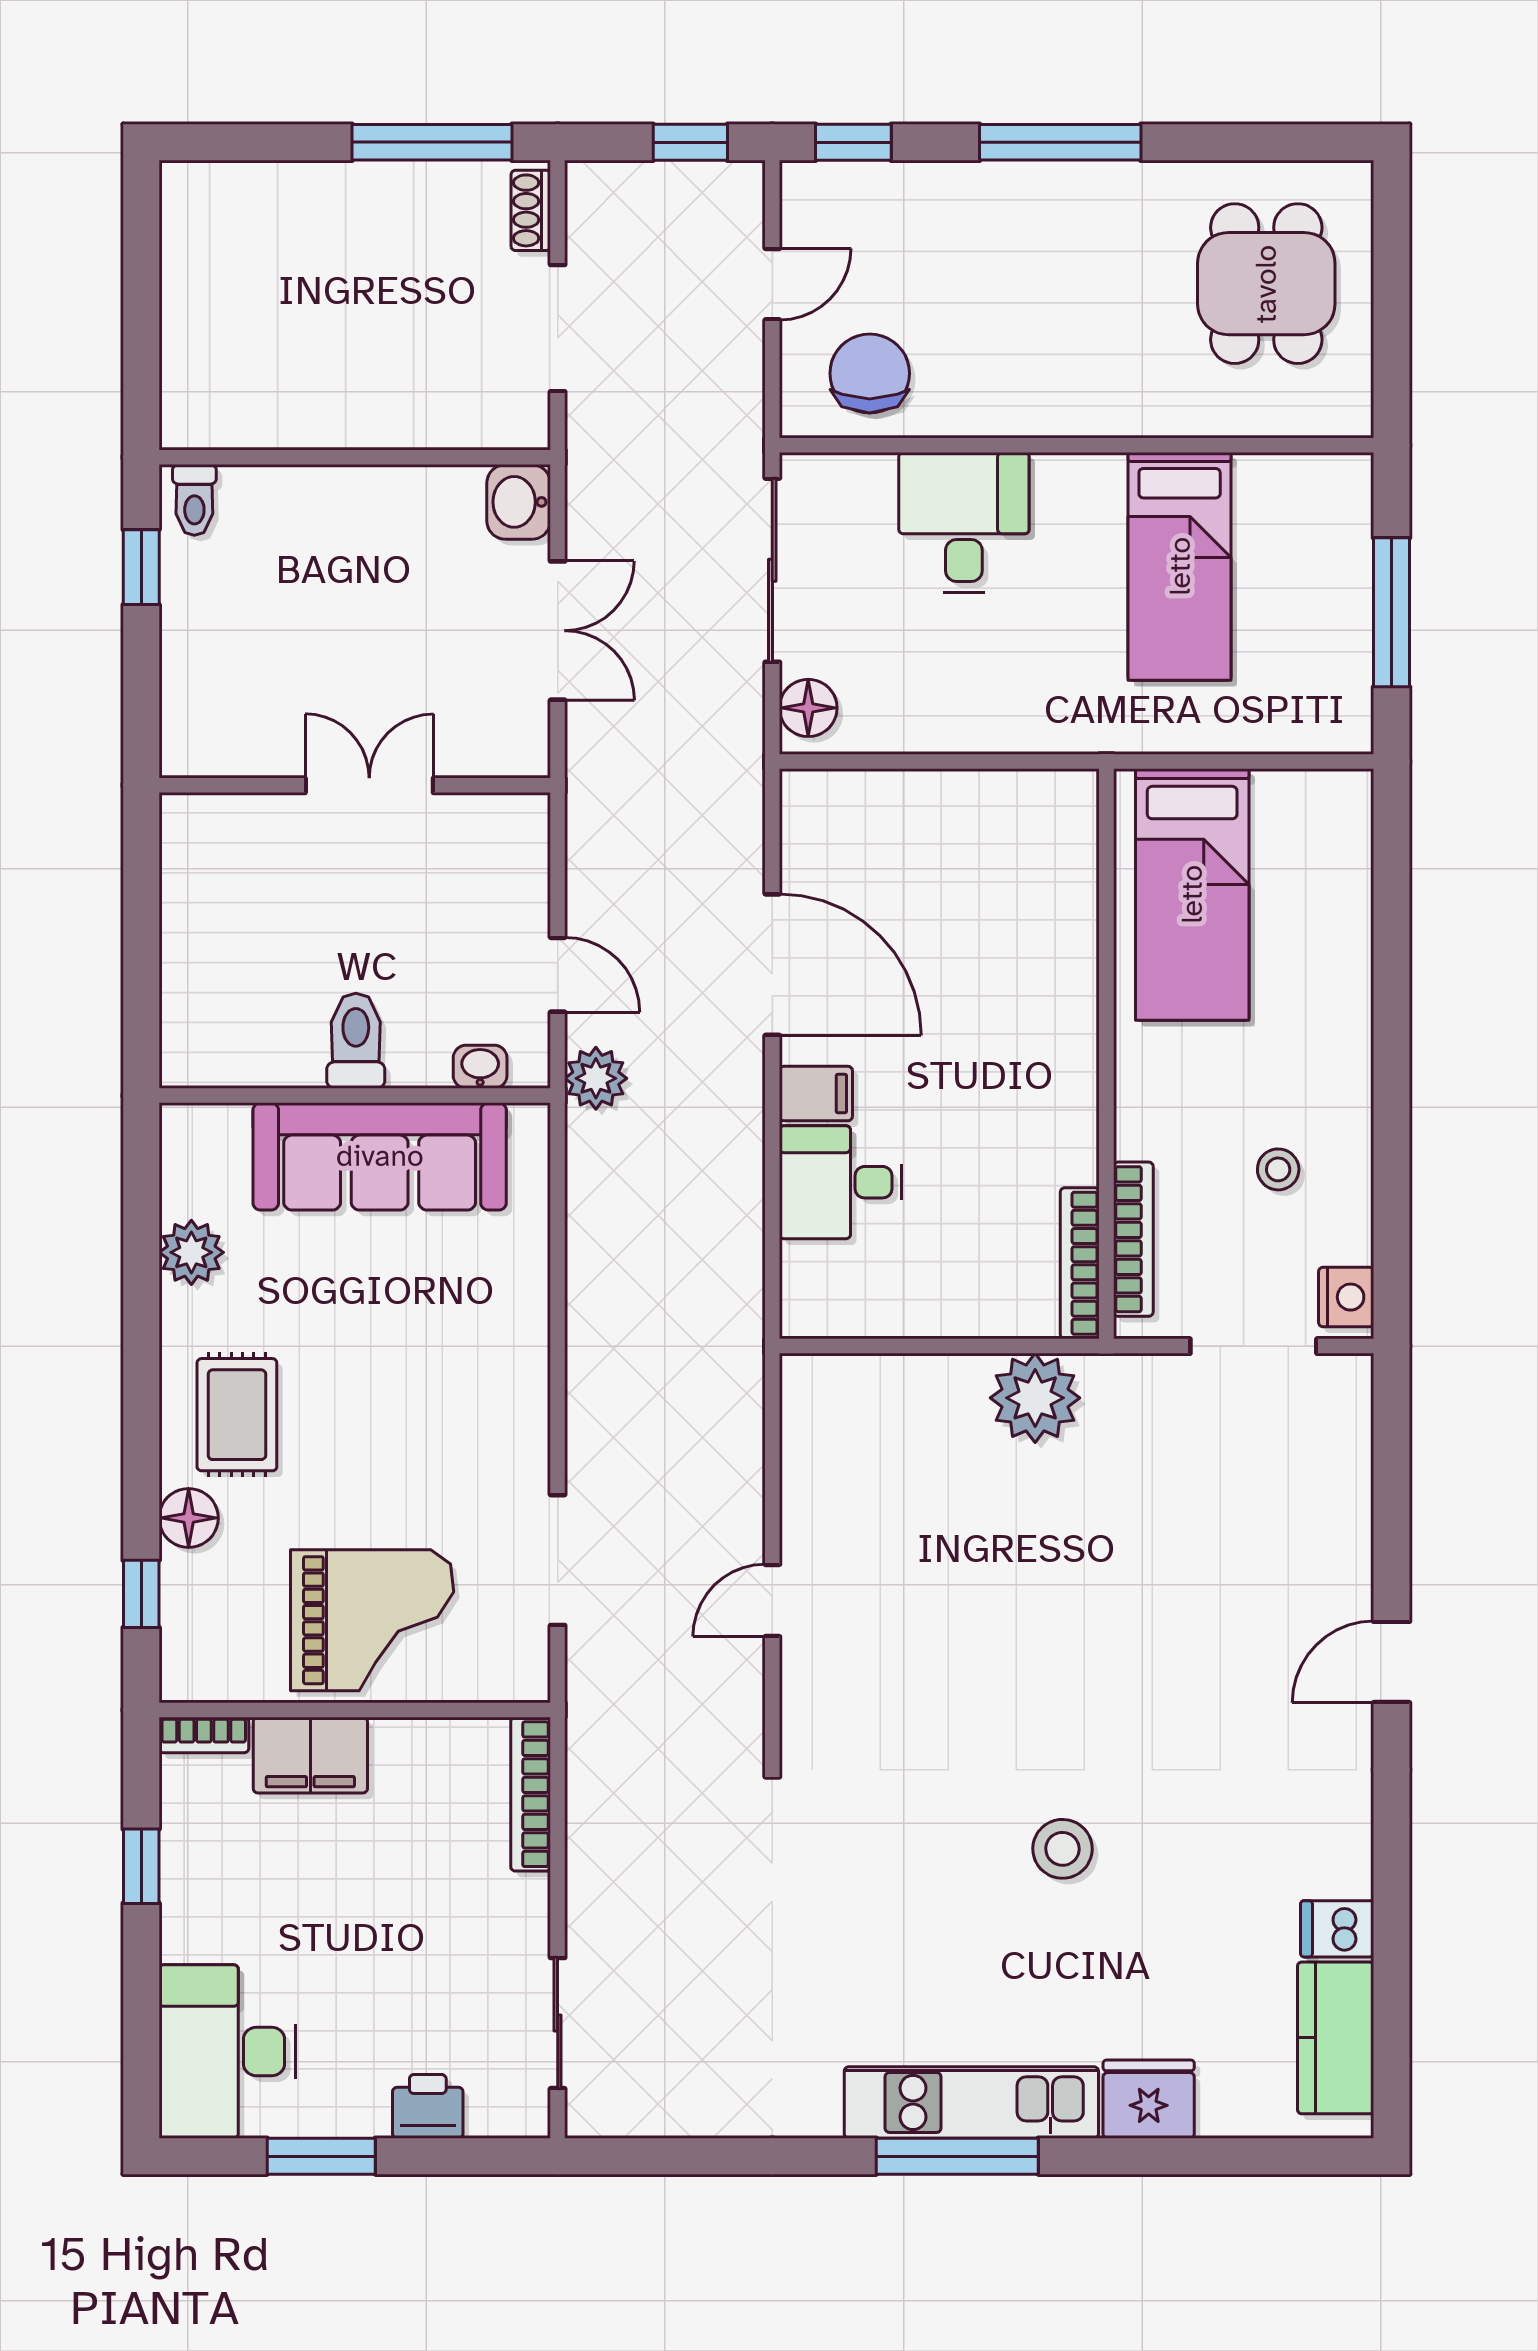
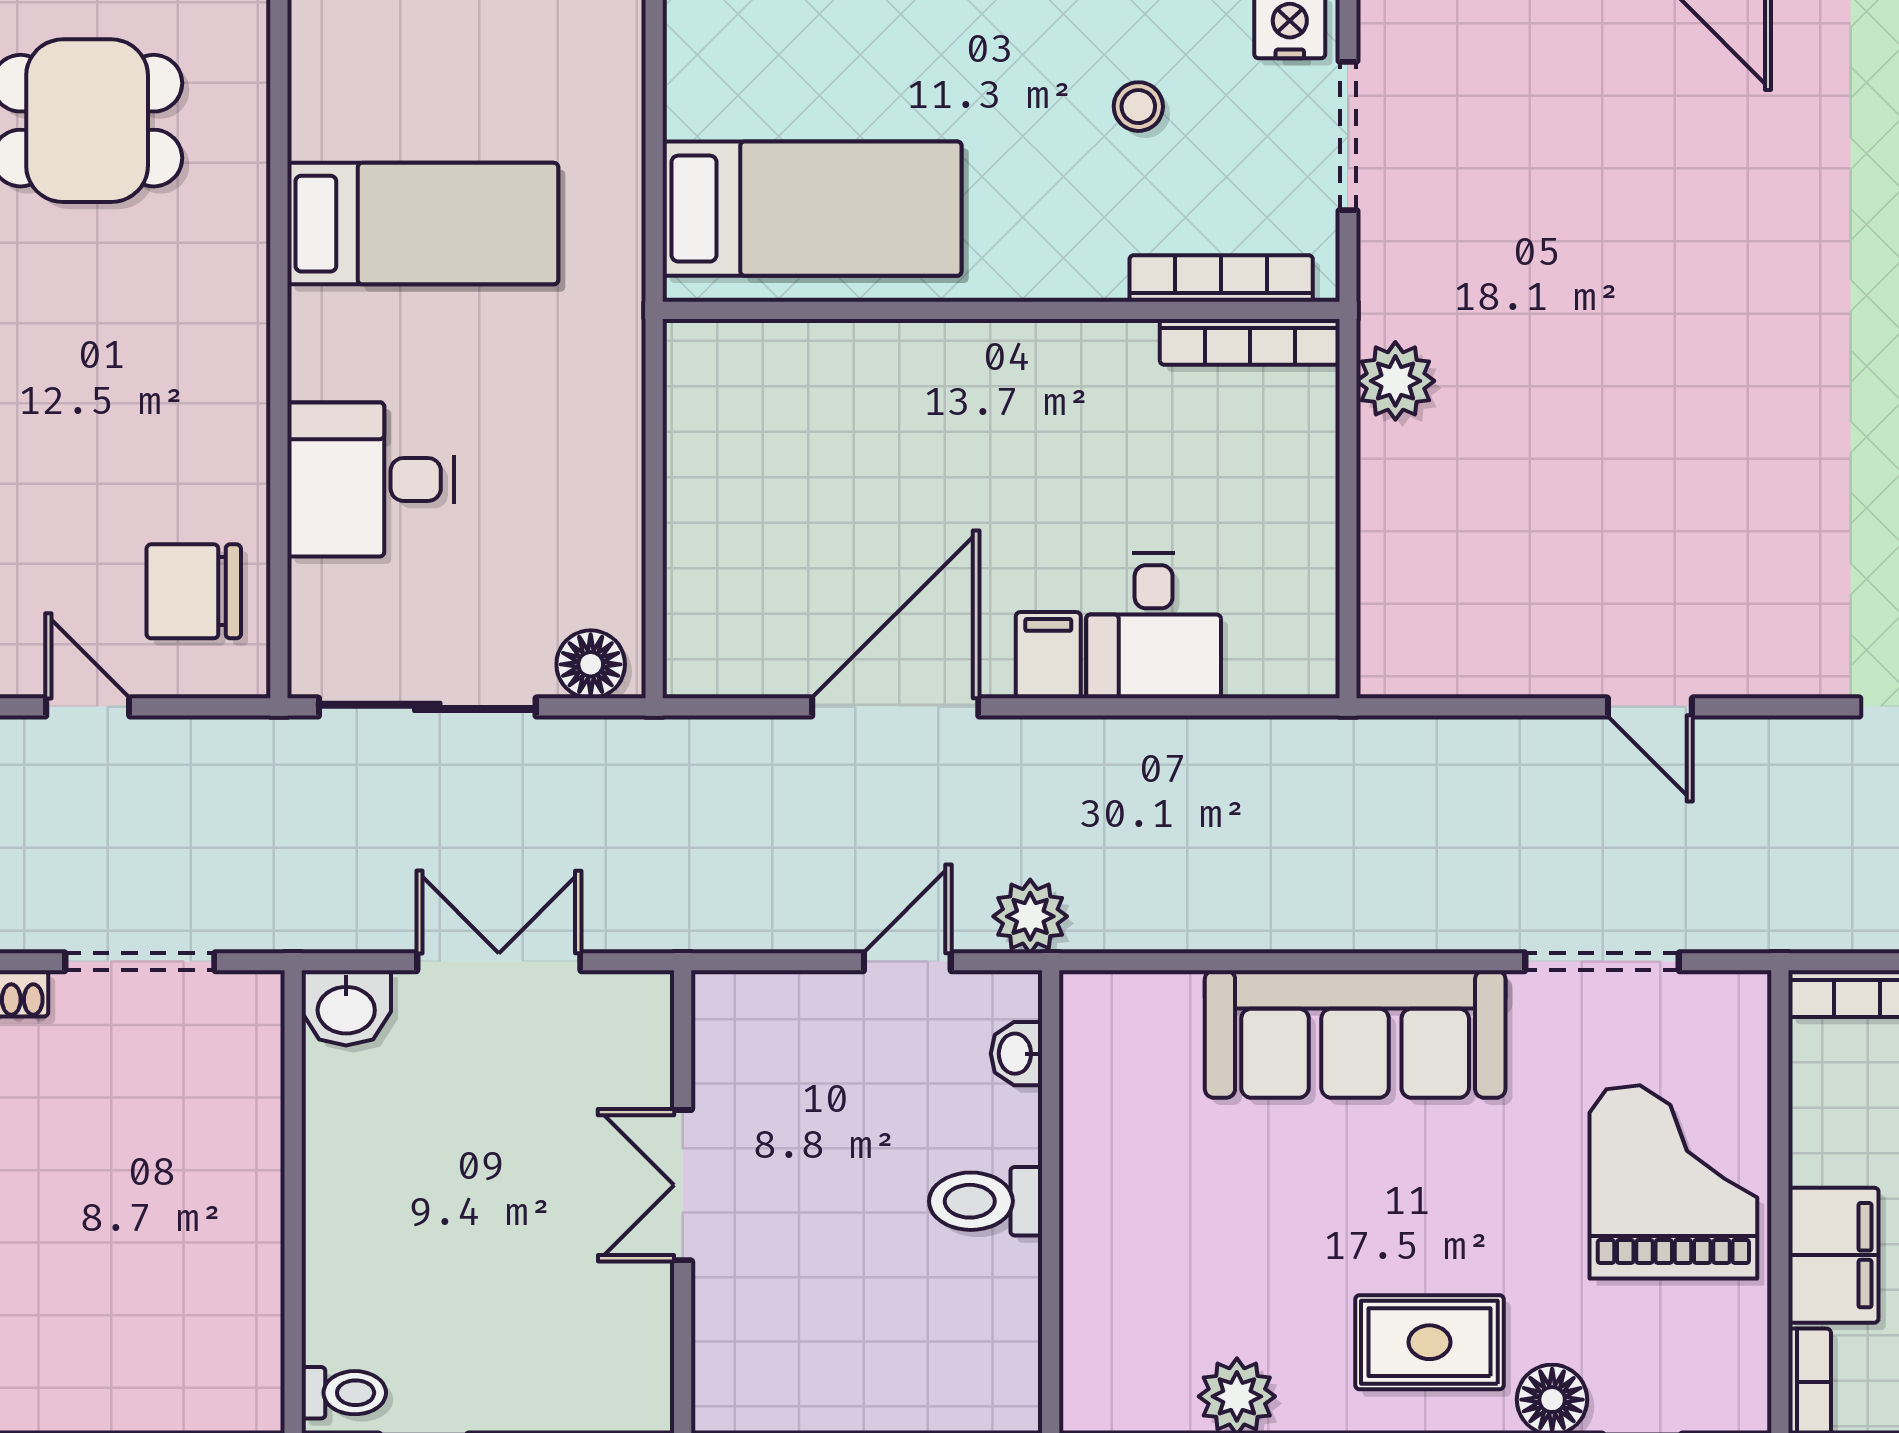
sofa: (380, 1156) -> (1355, 1034), moved, turned 90
plant: (1035, 1398) -> (1395, 381), width x0.73, depth x0.73

